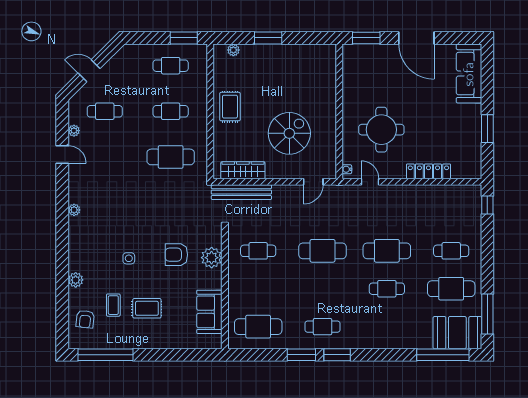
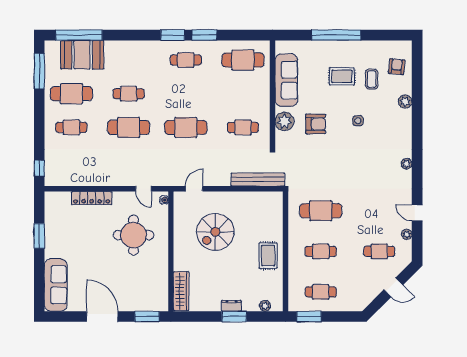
dresser: (271, 50) -> (231, 306), added
wardrobe: (243, 170) -> (181, 291), moved, turned -90
sofa: (209, 312) -> (286, 80), width x1.36
booth: (457, 333) -> (82, 55), moved
window: (105, 355) -> (336, 35), moved

